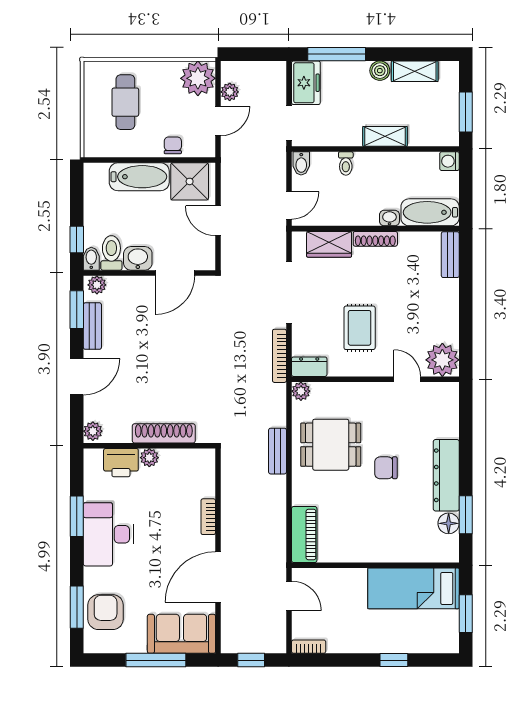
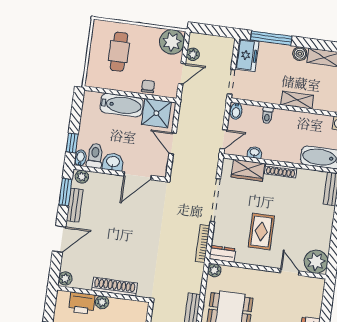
washbasin: (389, 218) -> (255, 152), moved

